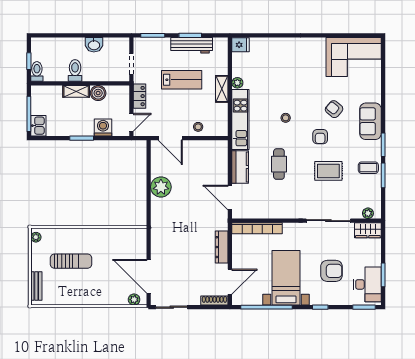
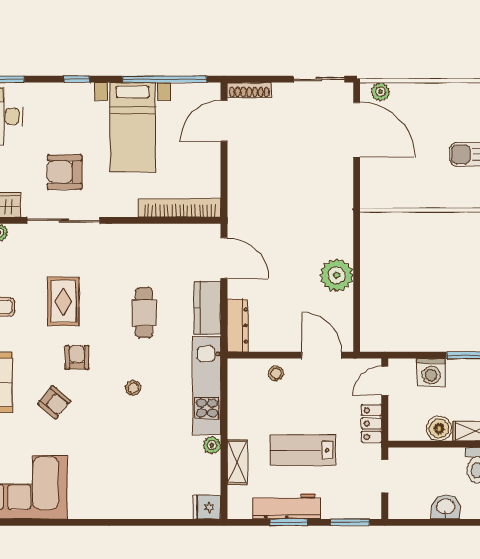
shelving: (222, 89) -> (237, 462), moved
rug: (328, 171) -> (63, 301), turned 90
dresser: (222, 247) -> (238, 326), moved
armchair: (331, 271) -> (65, 172), moved

